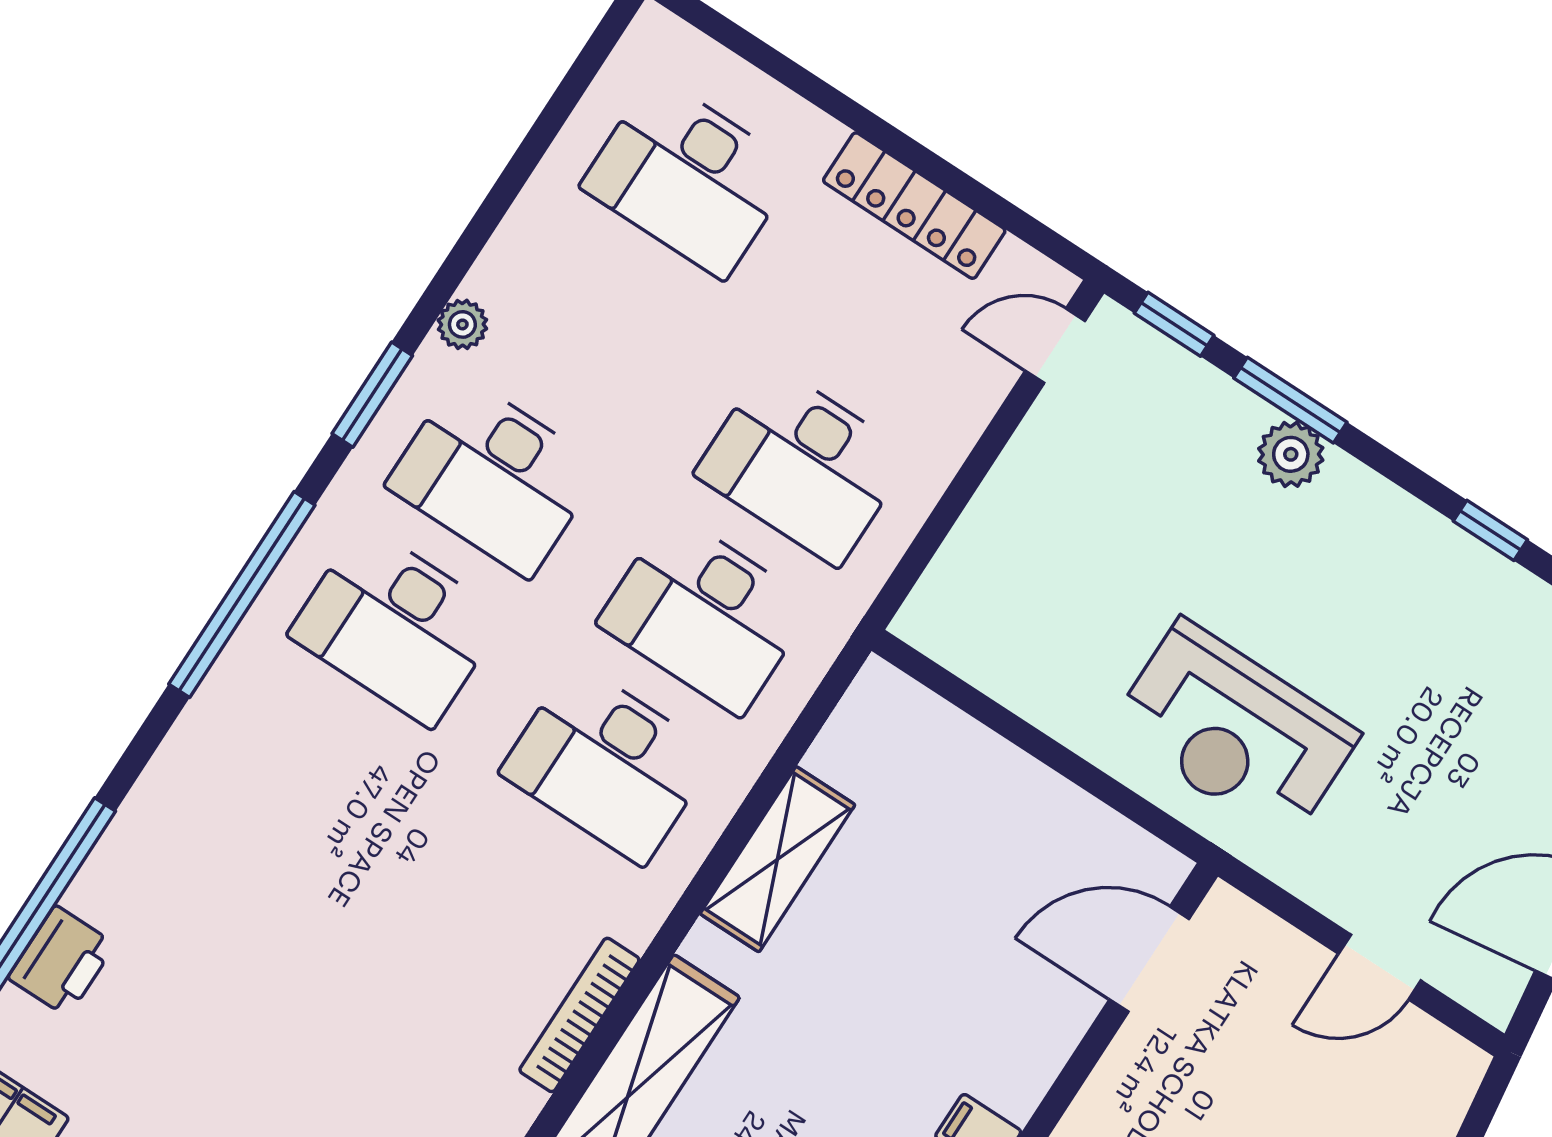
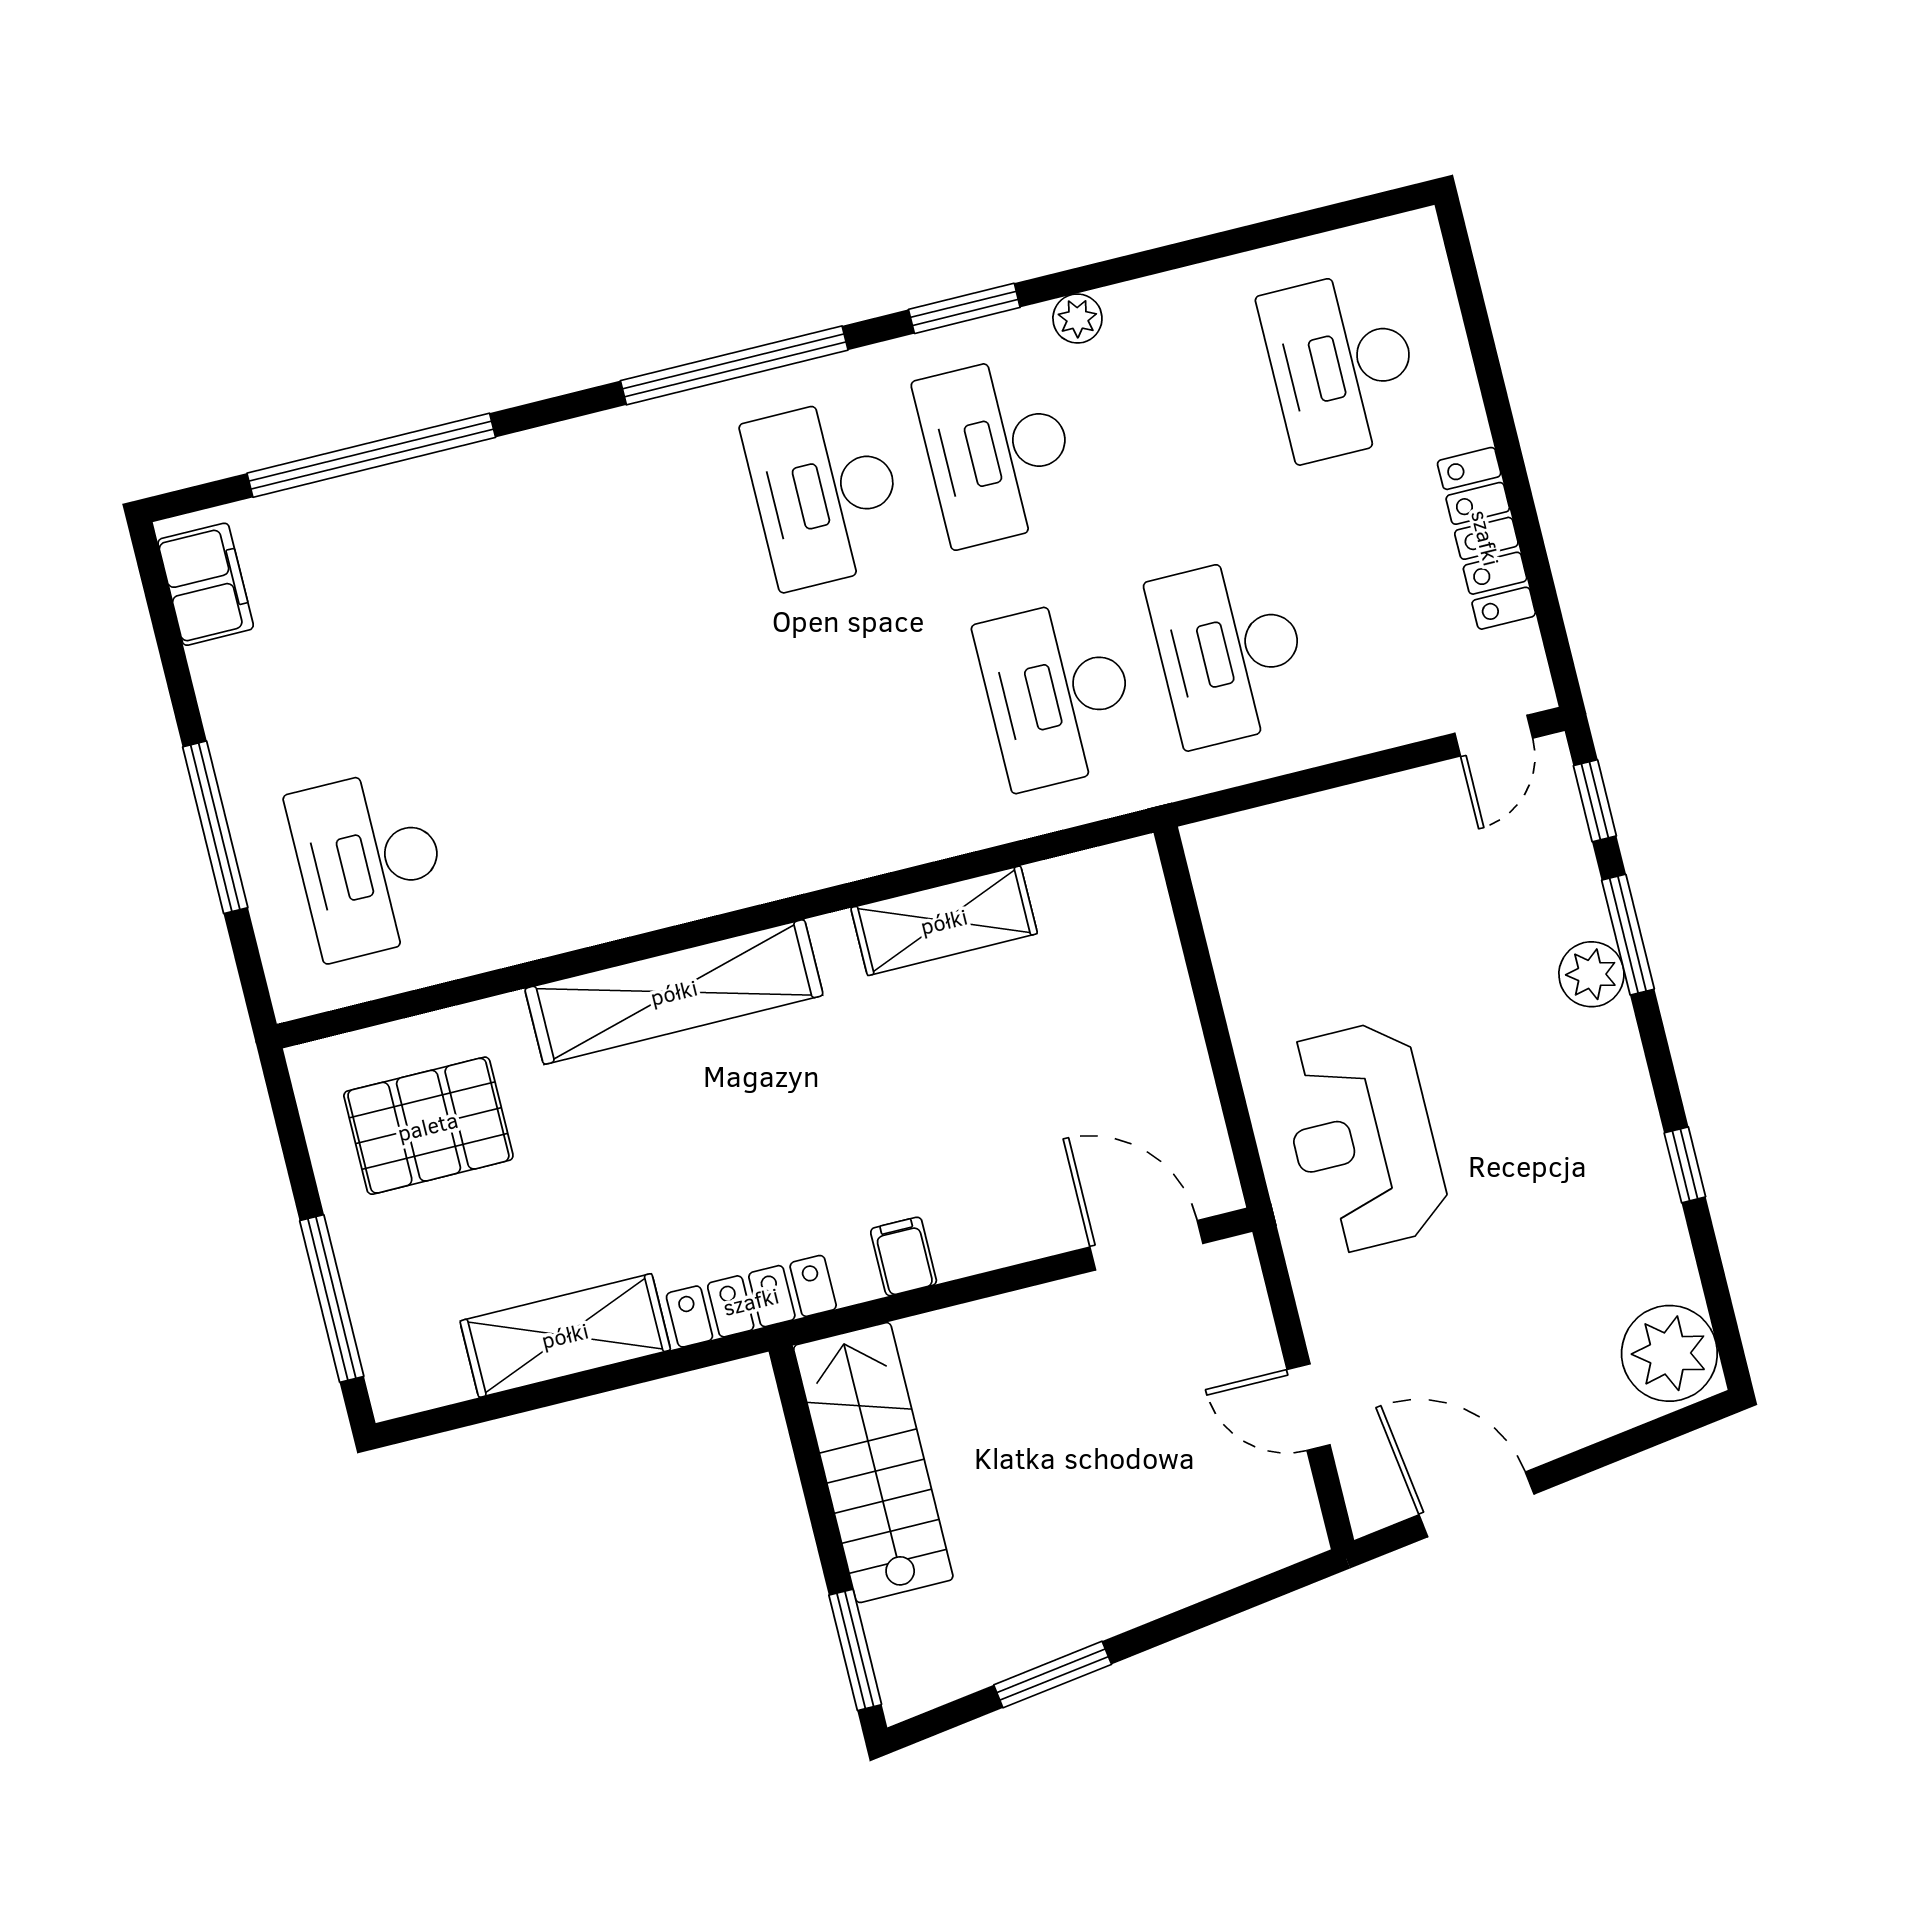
door: (1055, 346) -> (1494, 736), swing flipped
desk: (608, 763) -> (886, 736), removed
printer: (61, 961) -> (355, 509), removed
bookcase: (579, 1015) -> (695, 900), removed

